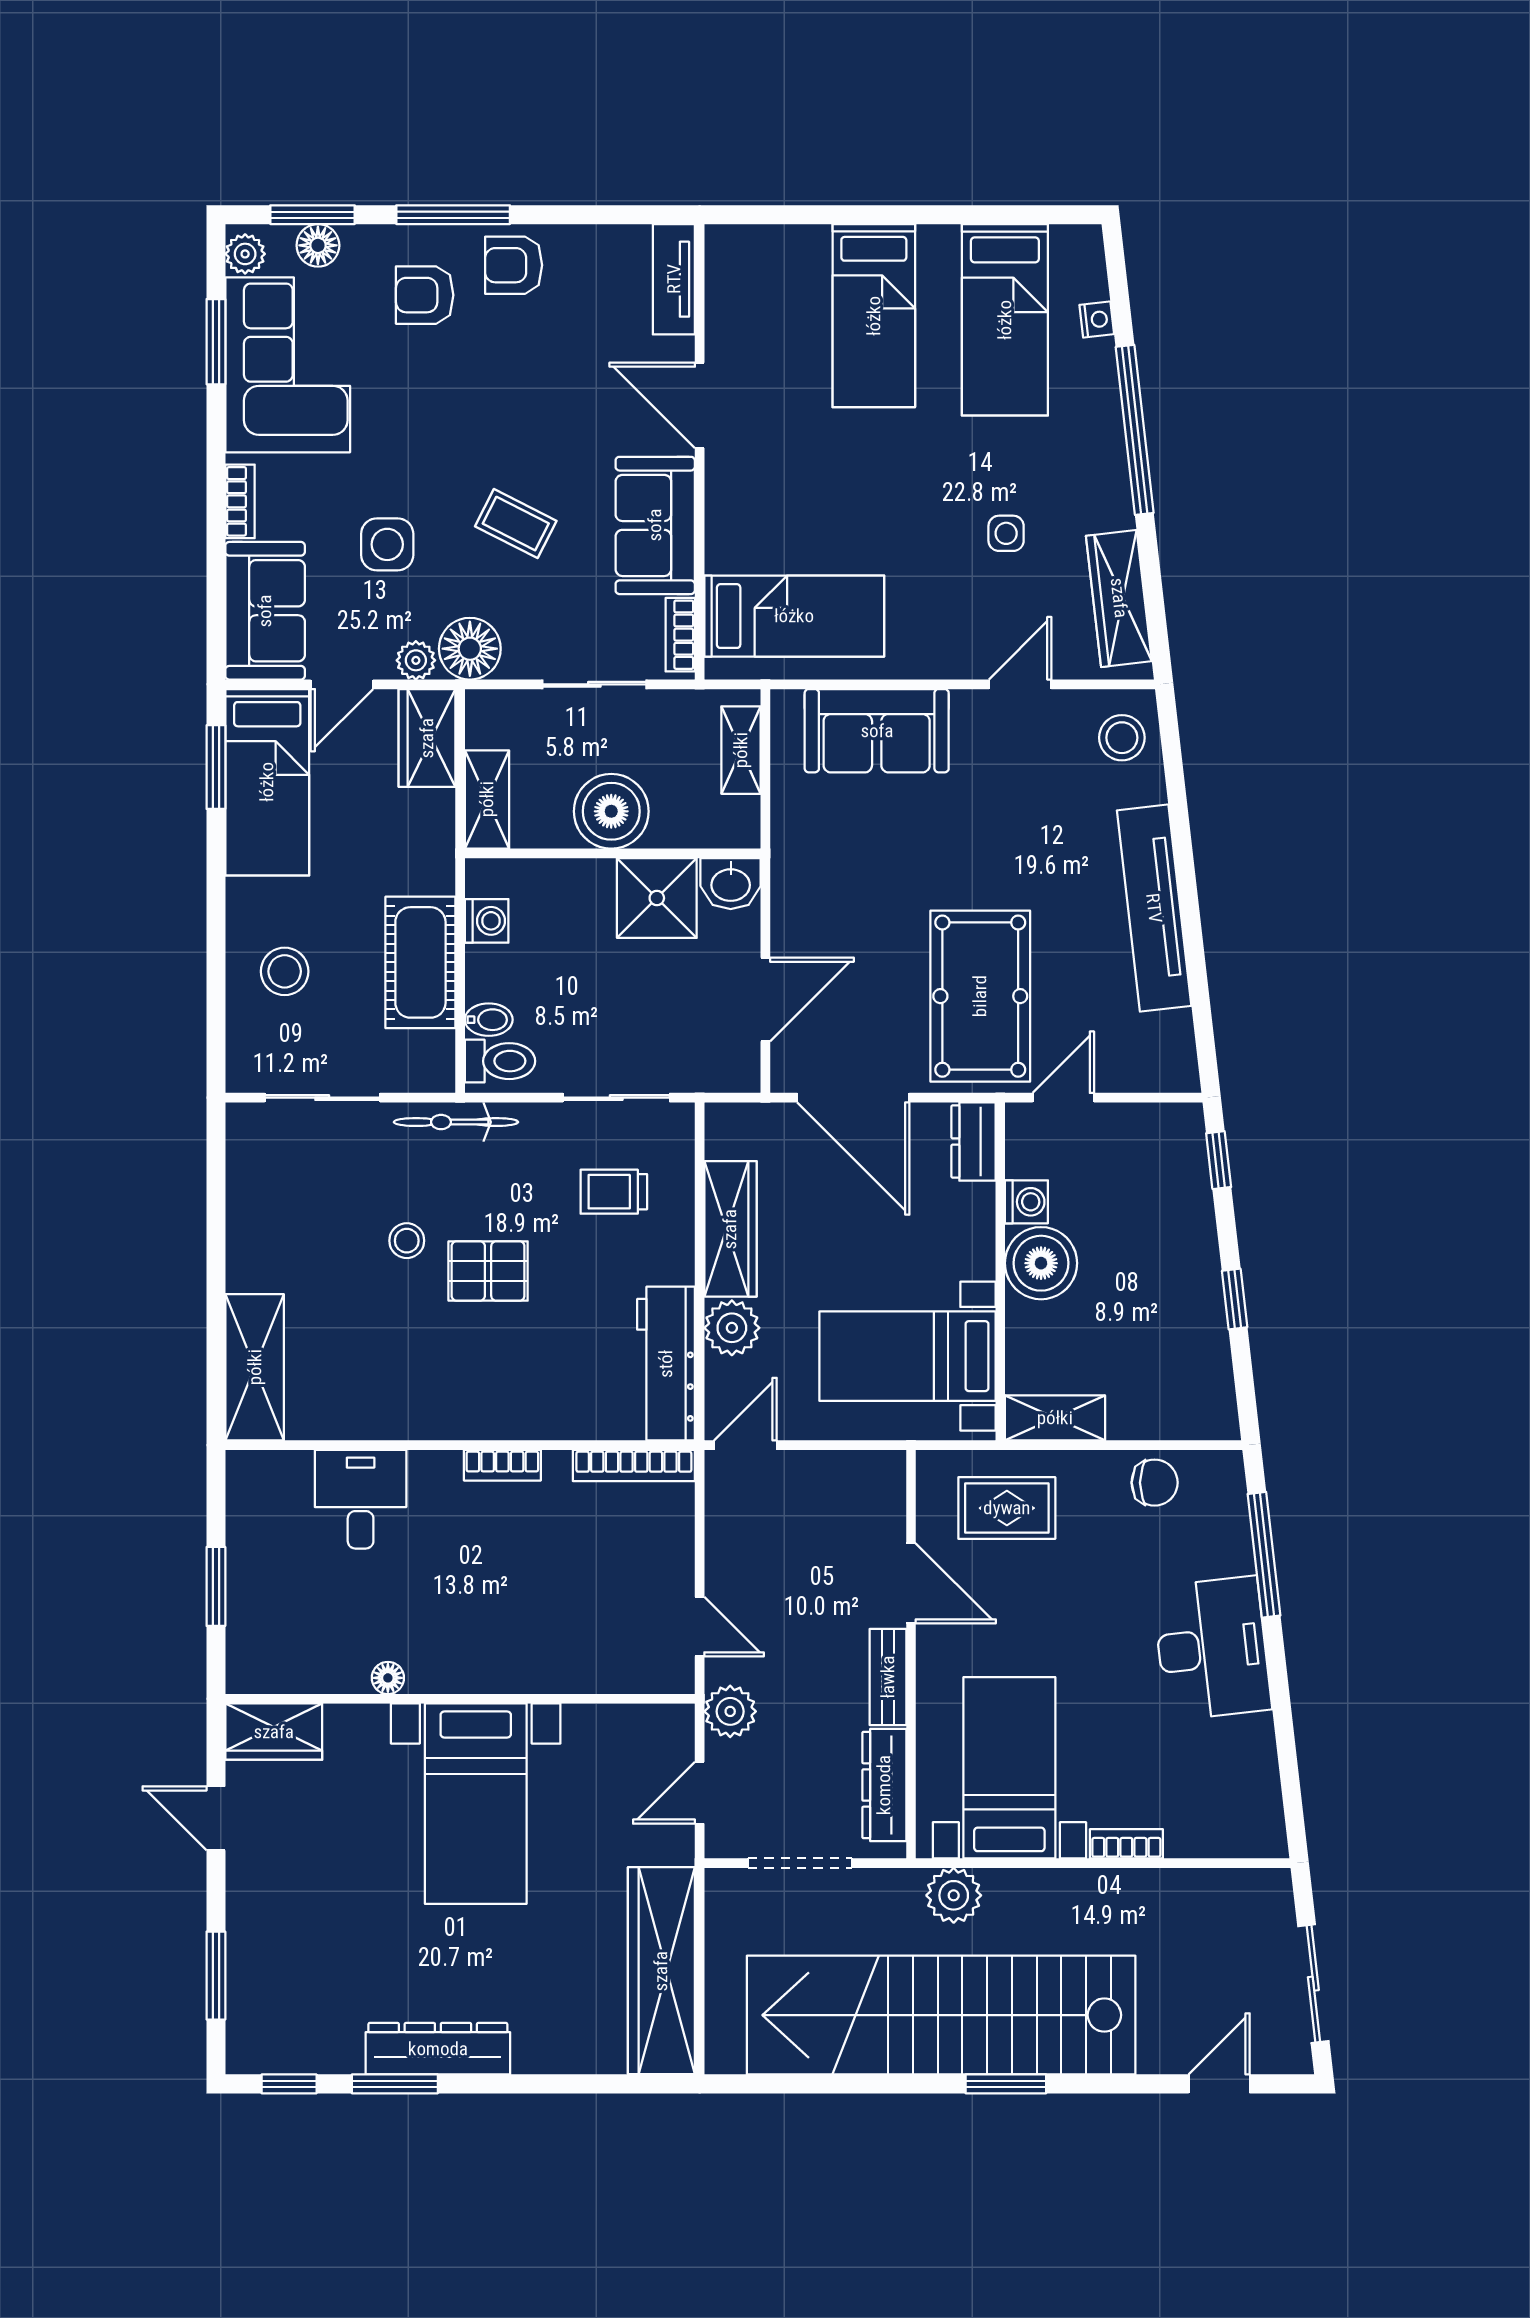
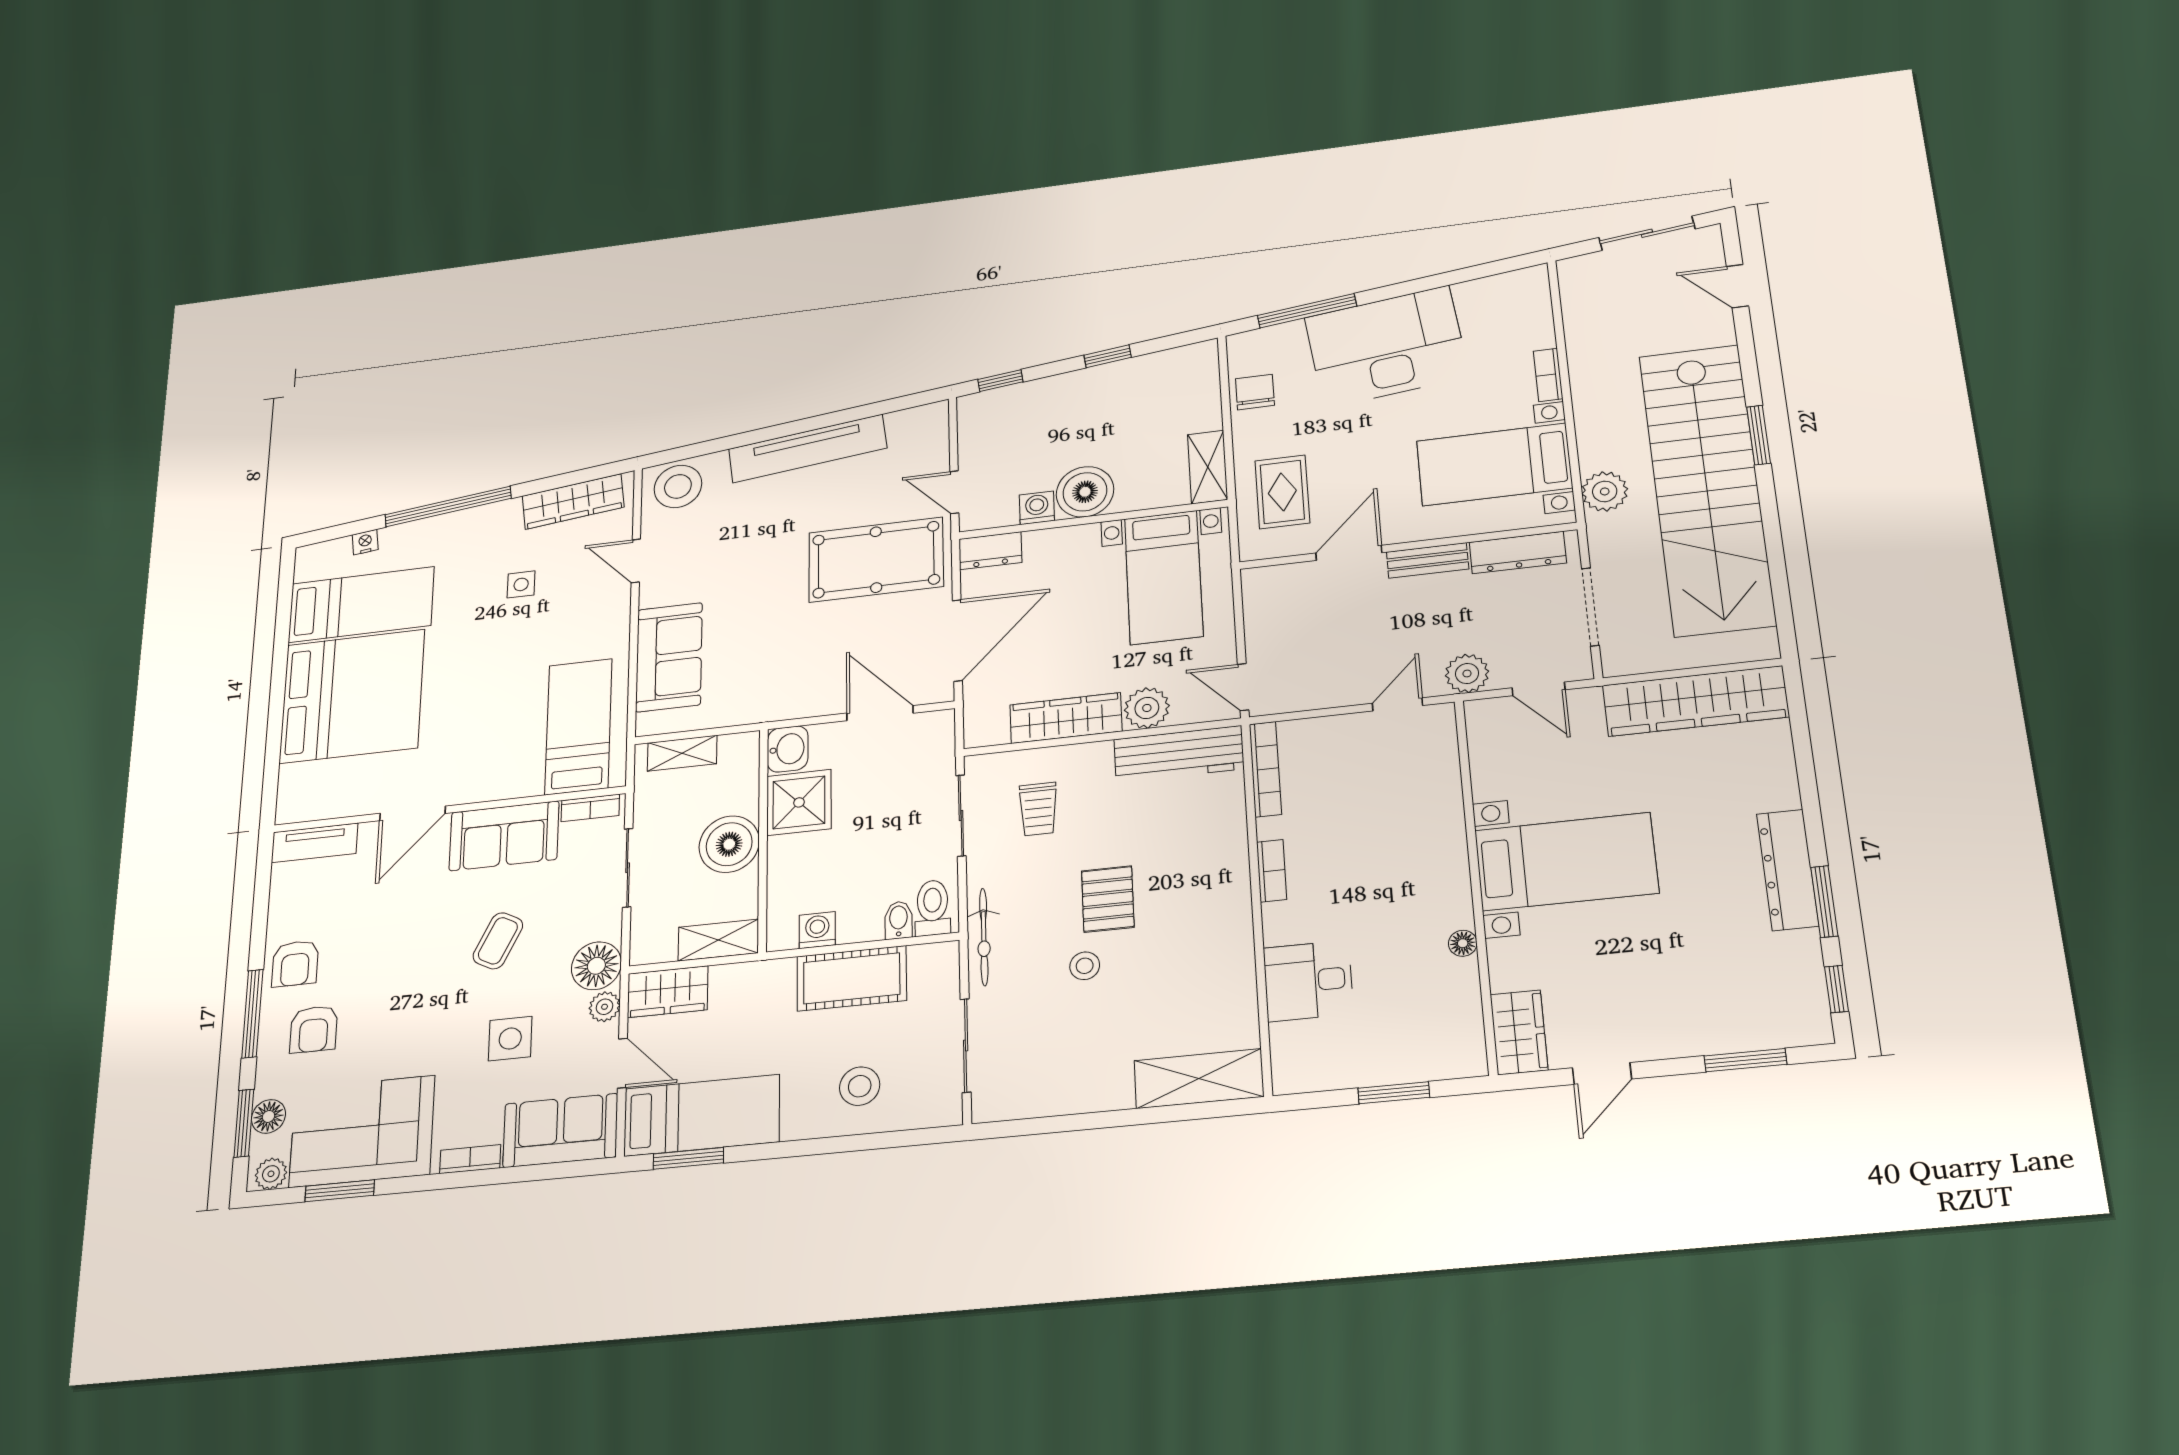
bed: (874, 316) -> (352, 696), width x2.04
stool: (1122, 738) -> (678, 486), width x1.38, depth x1.38
desk: (1212, 1648) -> (1387, 347), width x1.36, depth x1.30

